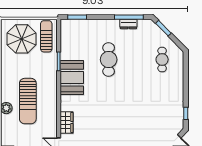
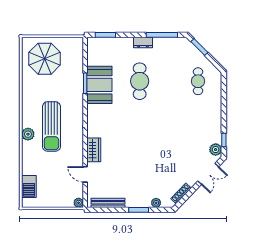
dresser: (128, 24) -> (143, 42), moved
sun lounger: (46, 36) -> (72, 56), removed
booth: (72, 78) -> (99, 85), moved
plant: (178, 122) -> (216, 150), added

